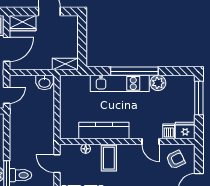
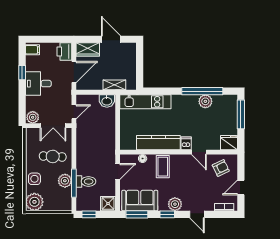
shelving: (65, 64) -> (114, 85), moved
window: (134, 71) -> (202, 91), moved
kitchen unit: (120, 83) -> (145, 102), moved
dishwasher: (169, 131) -> (186, 143), moved
door: (57, 164) -> (118, 171), swing flipped

